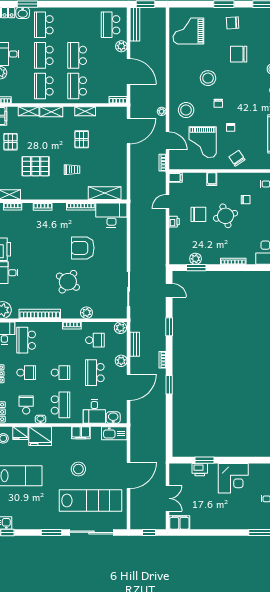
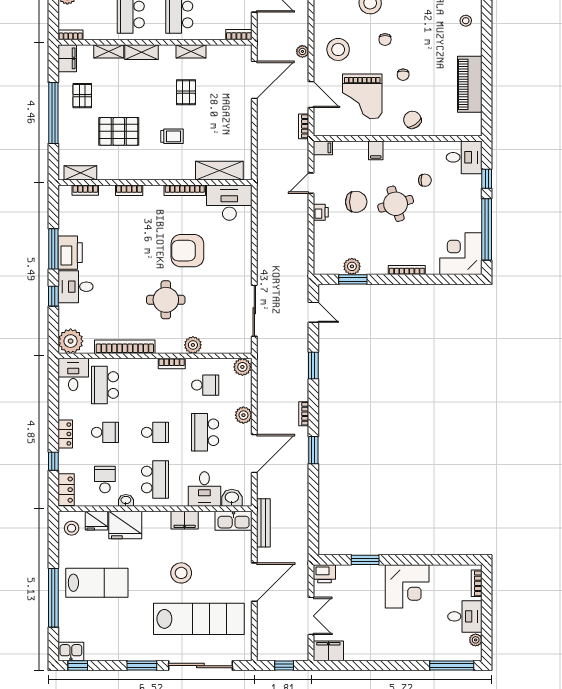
round table: (68, 282) -> (166, 300), turned -34
bench: (135, 344) -> (263, 523), moved, width x1.36
printer: (200, 470) -> (324, 574), moved

